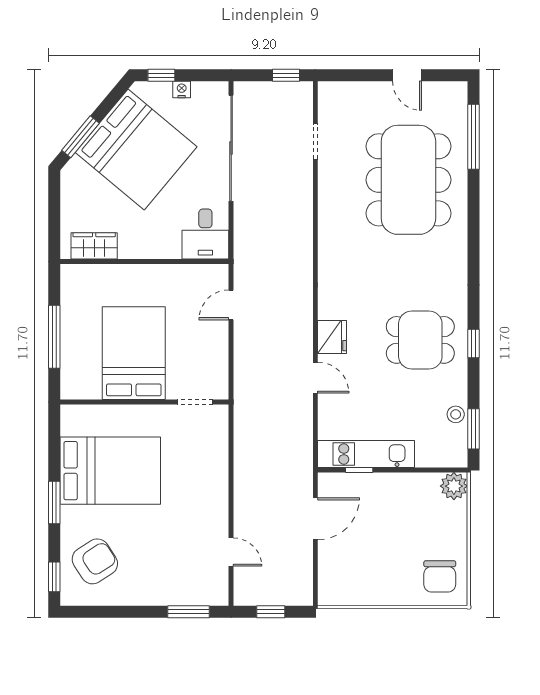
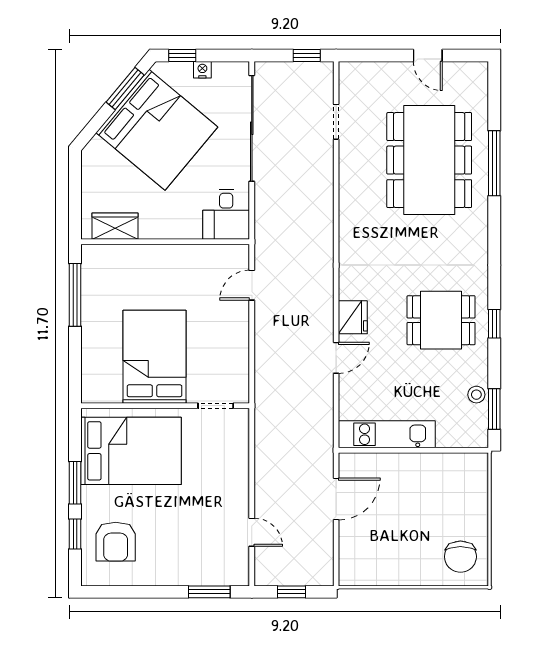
window: (81, 137) -> (125, 88), moved
window: (473, 137) -> (494, 163), moved
window: (54, 337) -> (75, 295), moved
bed: (134, 353) -> (155, 357), moved
door: (315, 378) -> (336, 358), hinge flipped
wall: (144, 402) -> (165, 406), moved
doorway: (195, 402) -> (216, 406), moved
window: (359, 470) -> (380, 450), removed
plant: (454, 486) -> (475, 466), removed
armchair: (95, 561) -> (116, 542), turned 123
window: (54, 577) -> (75, 534), moved

